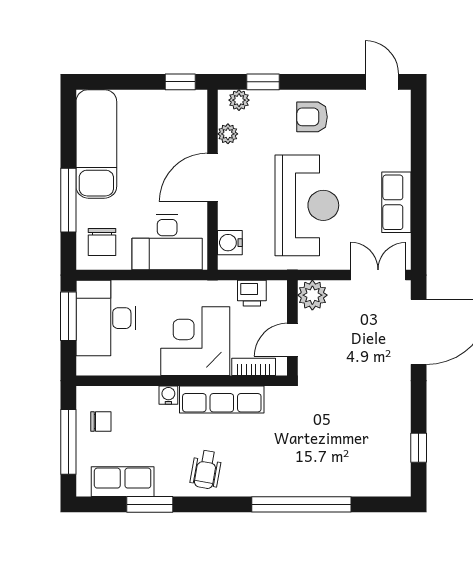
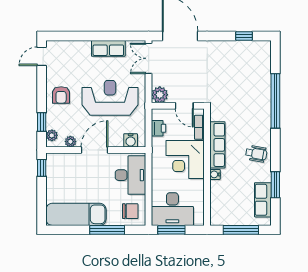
door: (213, 177) -> (94, 150), swing flipped
chair: (101, 422) -> (230, 212), removed

